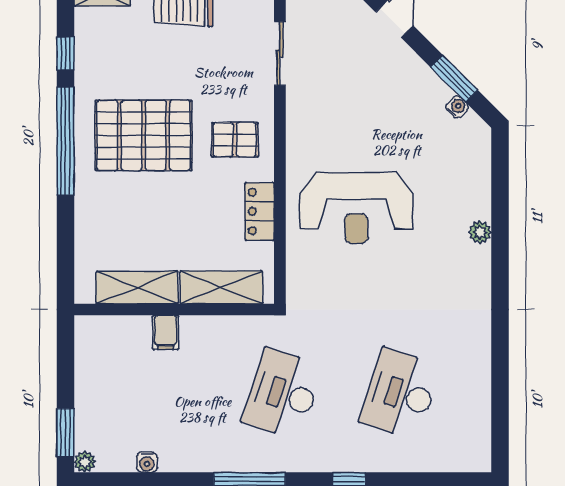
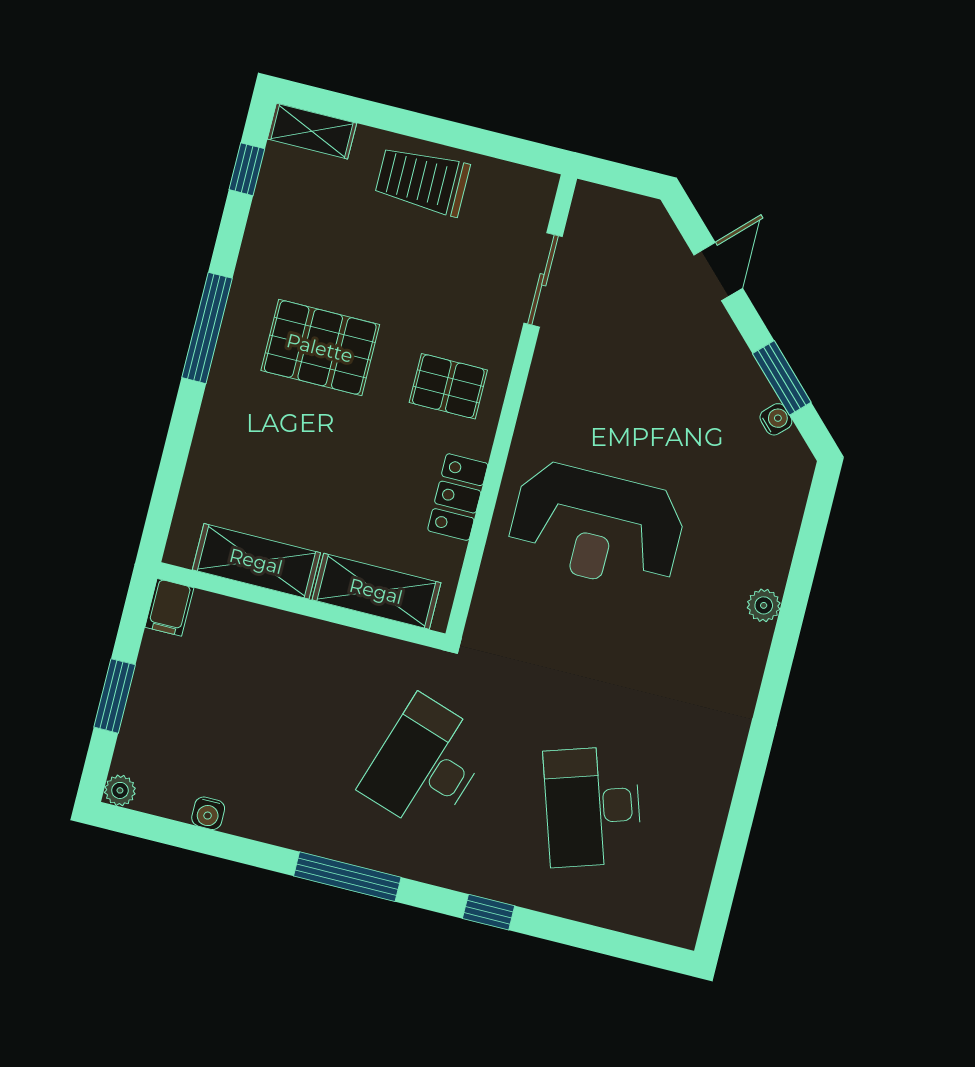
window: (65, 53) -> (247, 169), moved
pallet: (144, 135) -> (320, 348), width x0.73, depth x0.71
window: (65, 141) -> (207, 328), width x0.68
filing cabinet: (166, 332) -> (169, 607), moved
desk: (400, 394) -> (593, 807), turned -36
window: (65, 433) -> (115, 696), moved

